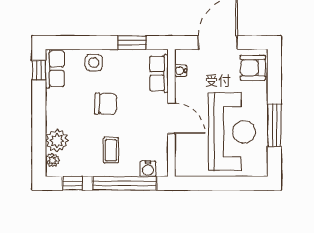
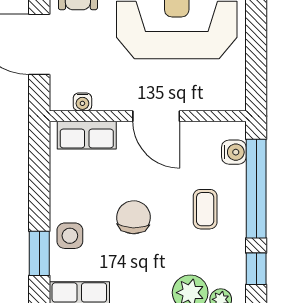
window: (132, 43) -> (39, 253), moved
door: (171, 118) -> (156, 116), swing flipped
coffee table: (111, 150) -> (205, 209), turned 90

